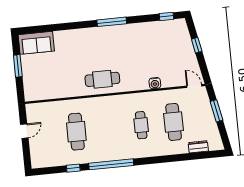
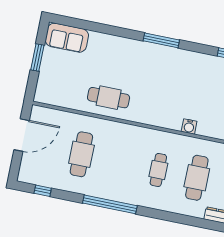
cafe table: (102, 79) -> (109, 98), moved
door: (24, 131) -> (22, 135), width x1.88
window: (73, 168) -> (43, 191), moved

